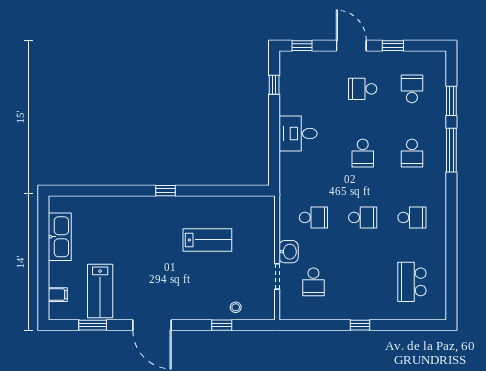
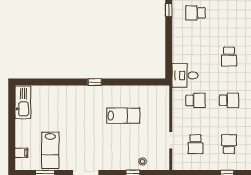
school desk: (363, 89) -> (195, 13), moved
desk: (298, 134) -> (185, 75), moved
kitchen sink: (60, 237) -> (23, 102), moved
washbasin: (289, 252) -> (178, 124), removed
school desk: (363, 282) -> (229, 144), added

